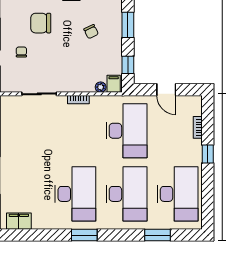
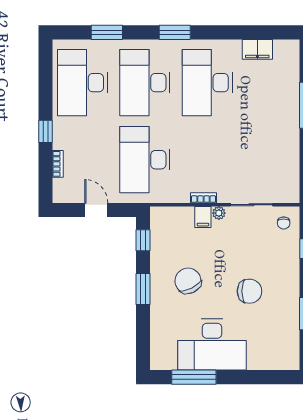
chair: (91, 32) -> (188, 281), width x1.87, depth x1.87
chair: (21, 52) -> (284, 223), moved
filing cabinet: (114, 84) -> (203, 217), moved
plant: (101, 87) -> (219, 213), moved
filing cabinet: (19, 221) -> (257, 49), moved
window: (84, 235) -> (175, 32), moved

